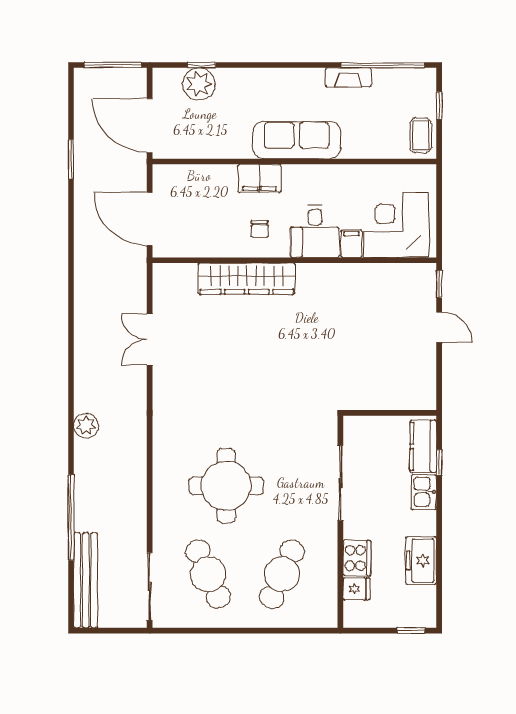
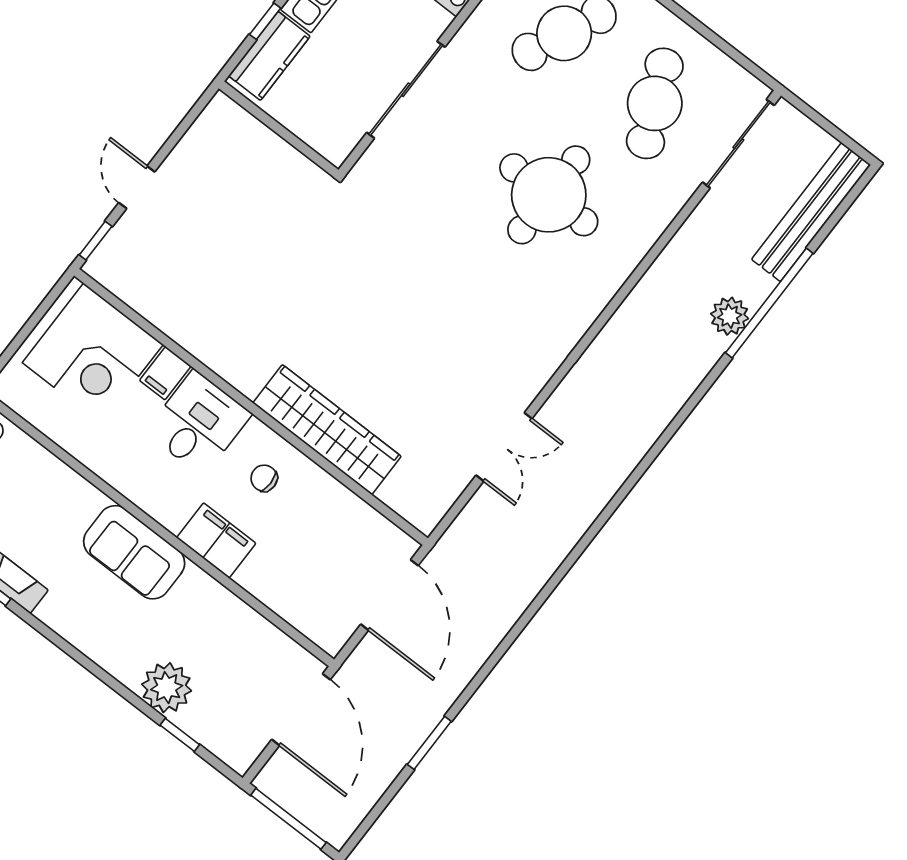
plant: (199, 84) -> (167, 688), moved
sofa: (297, 140) -> (134, 552), width x0.73
chair: (260, 229) -> (264, 478), turned -90
plant: (86, 426) -> (730, 316), moved

